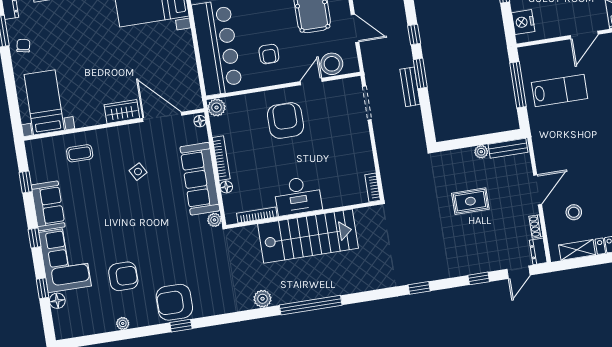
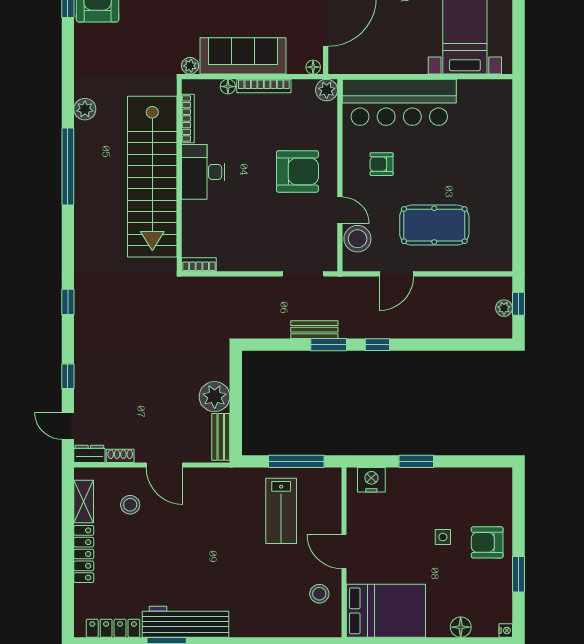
plant: (481, 152) -> (215, 397), width x1.88, depth x1.88
rug: (470, 201) -> (164, 381), removed
stairs: (308, 236) -> (152, 177), width x1.36

